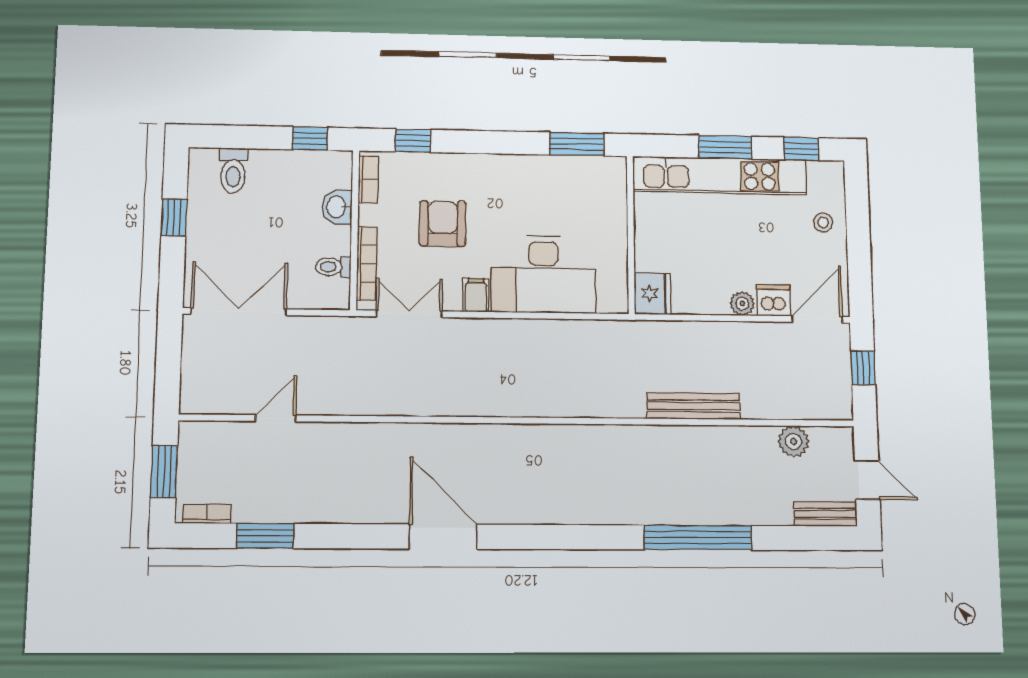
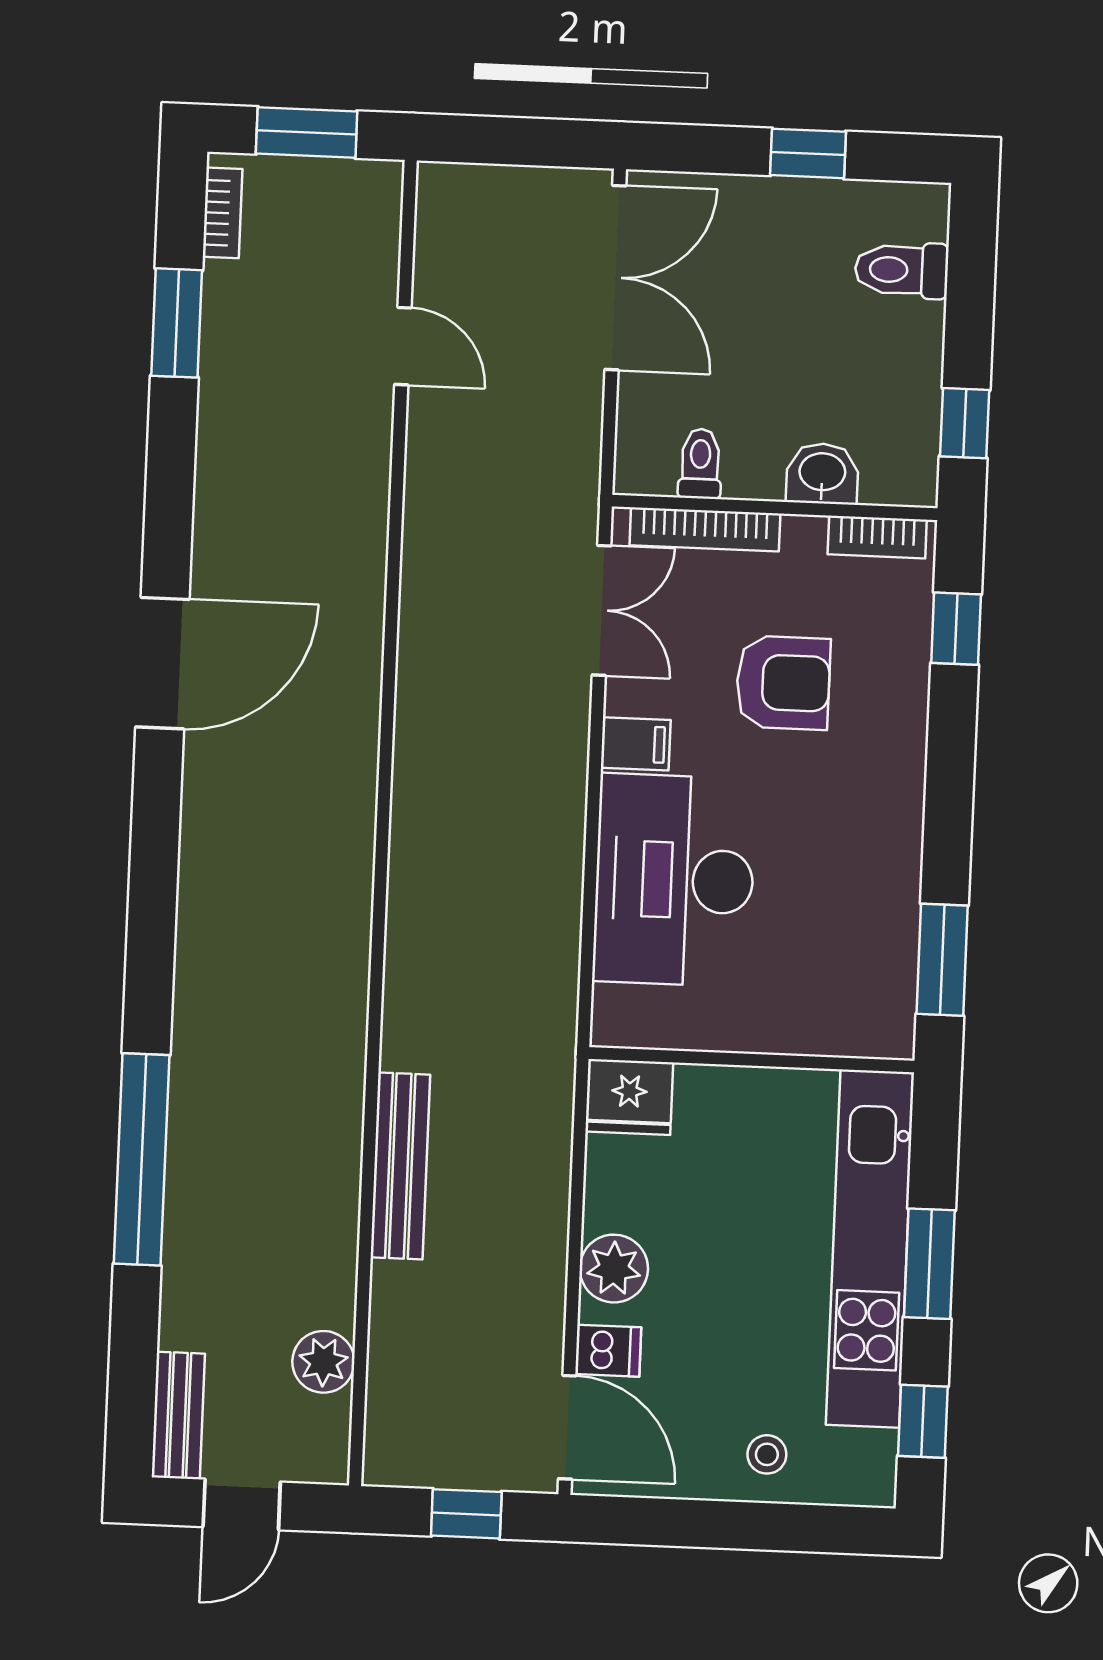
dishwasher: (773, 300) -> (608, 1351), width x0.73
plant: (742, 303) -> (614, 1269), width x1.38, depth x1.38

